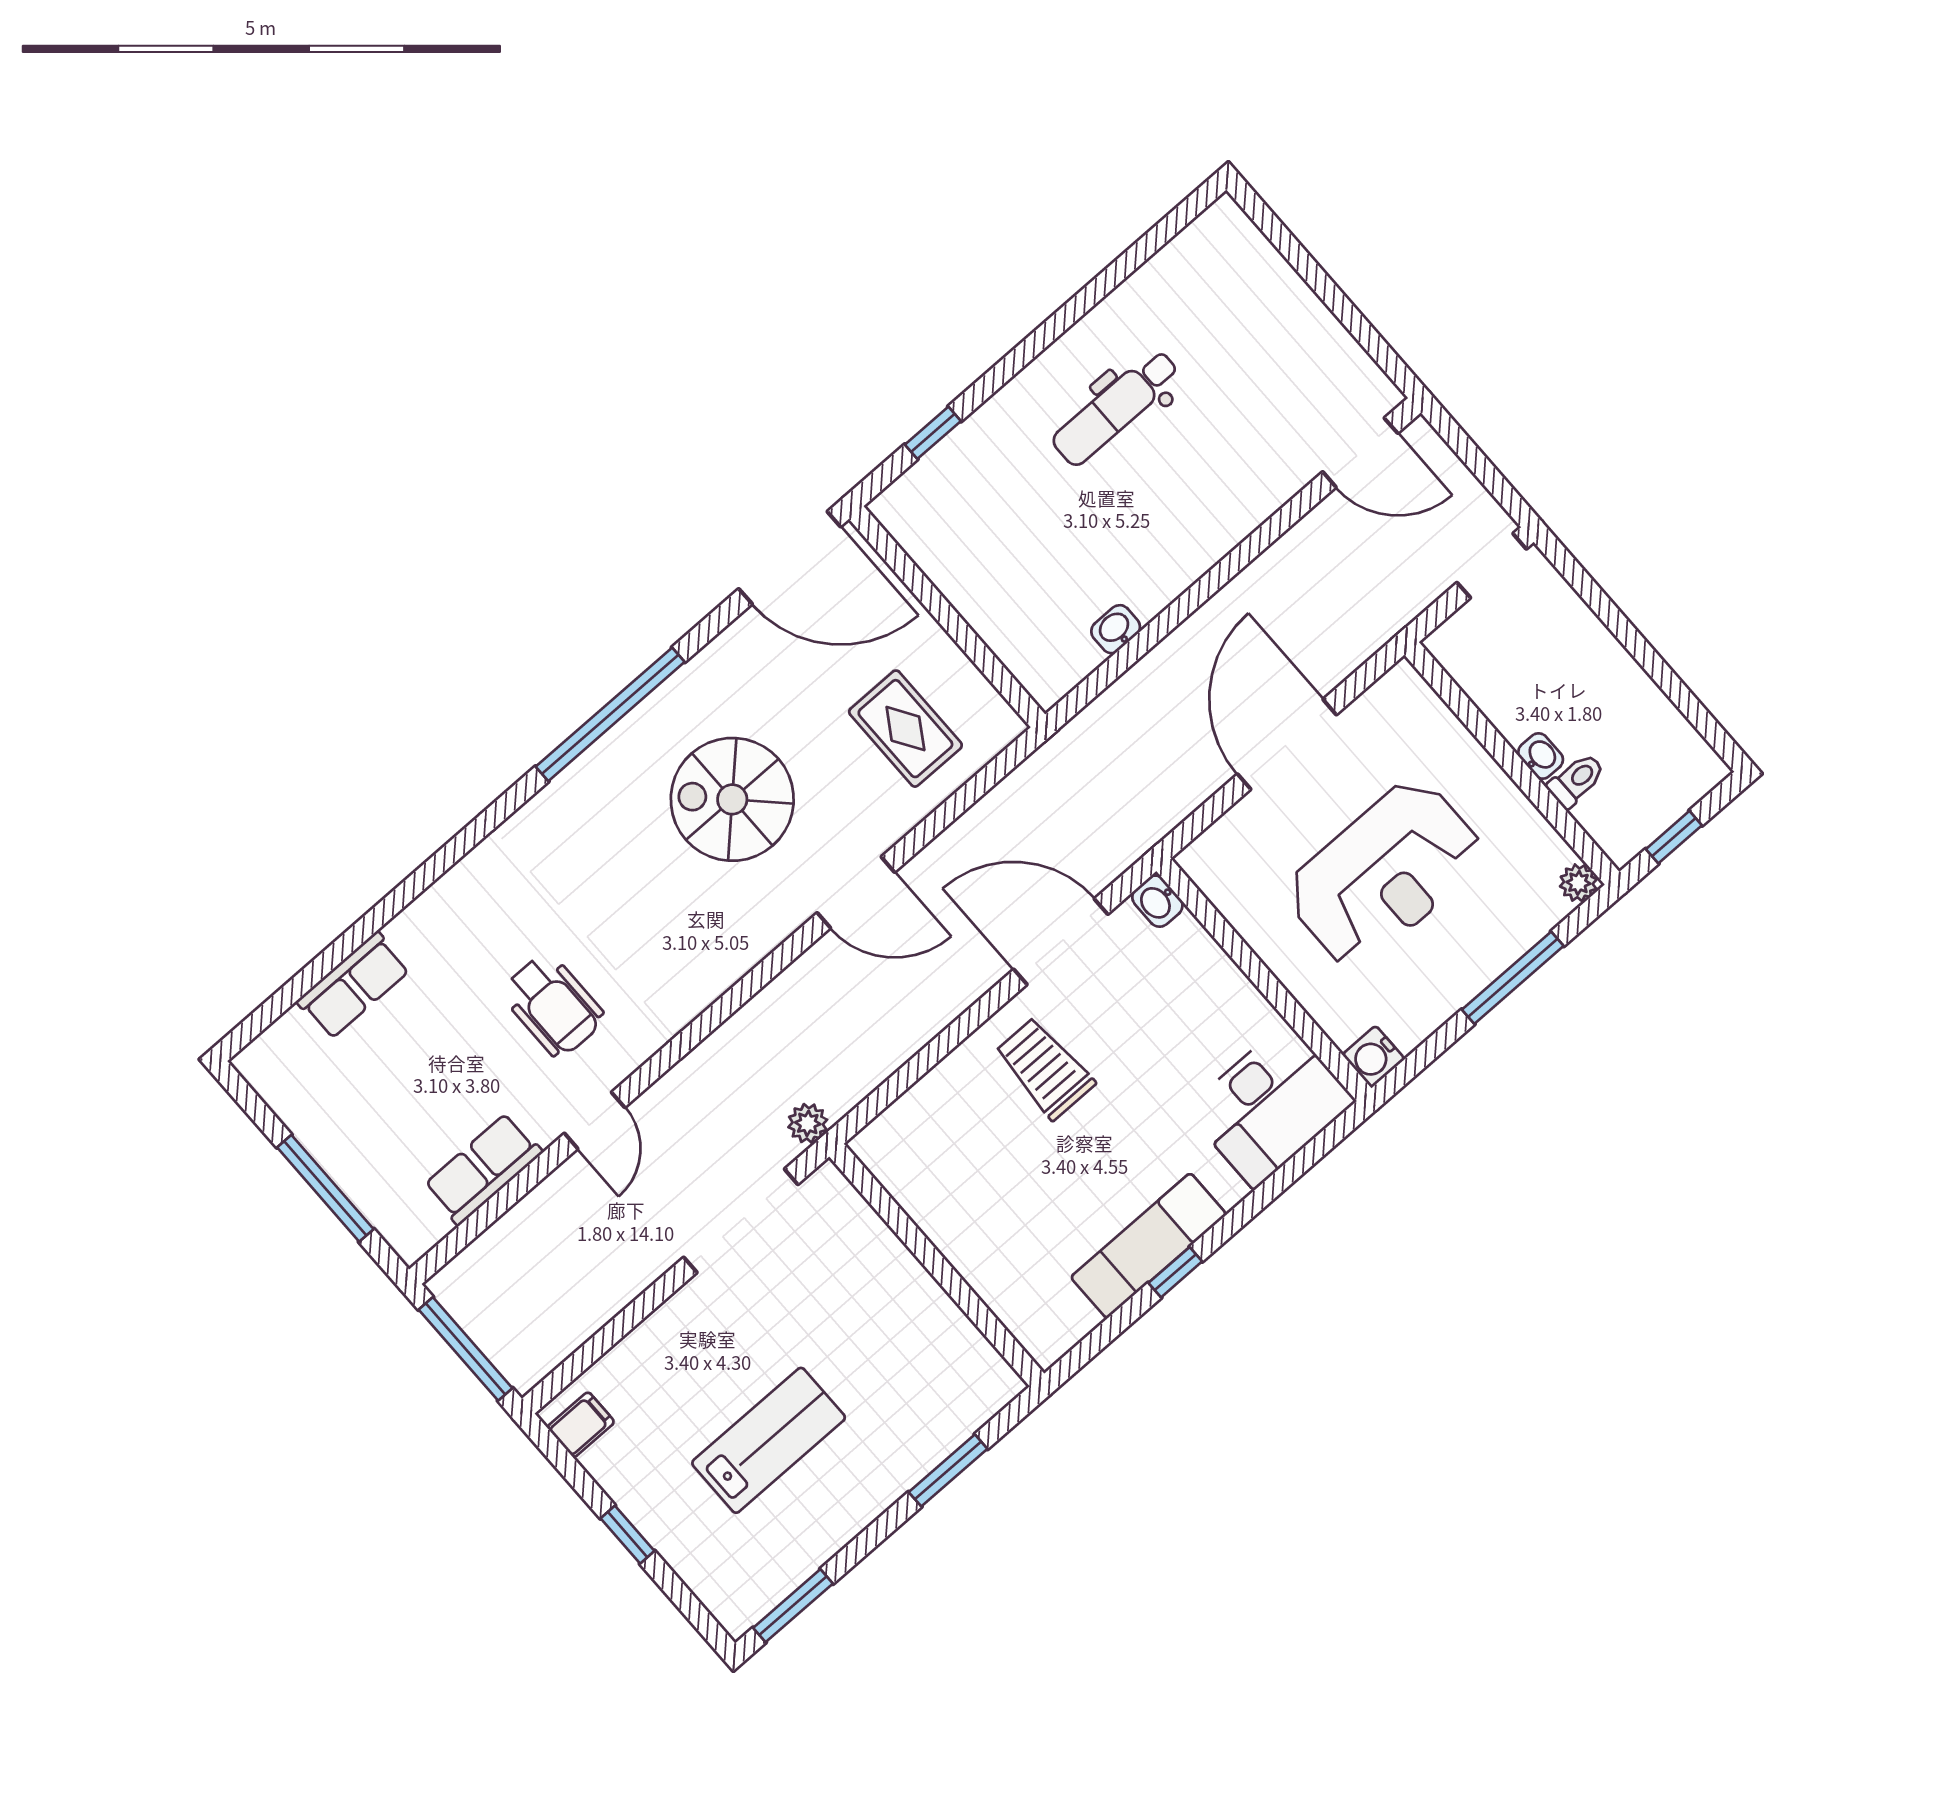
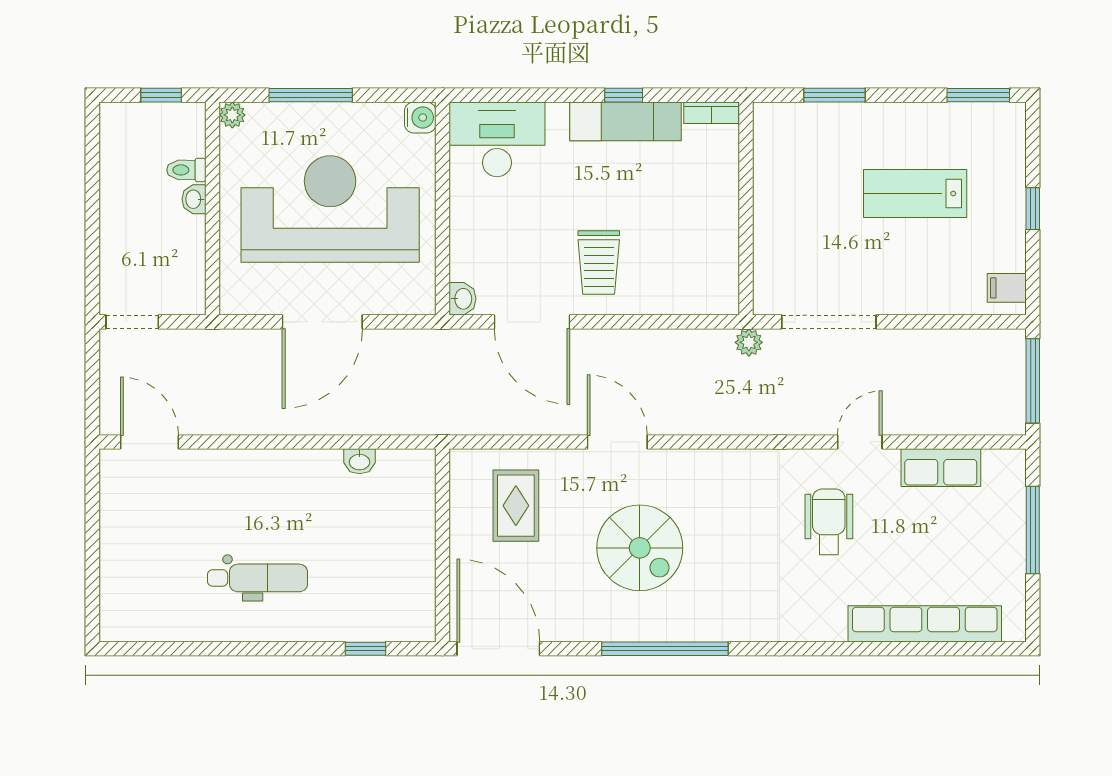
reception desk: (1385, 873) -> (330, 209), width x1.36, depth x1.30
row of seats: (354, 985) -> (925, 624), width x2.02
bookcase: (1064, 1336) -> (711, 113), added

